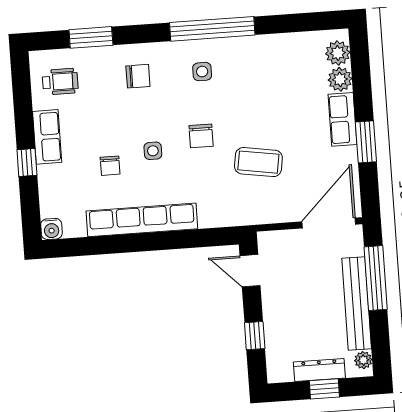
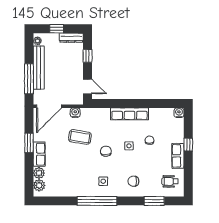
water cooler: (272, 213) -> (75, 113), added
row of seats: (142, 220) -> (130, 114), width x0.73
dresser: (319, 370) -> (71, 38), moved

